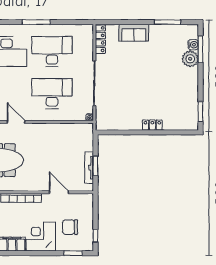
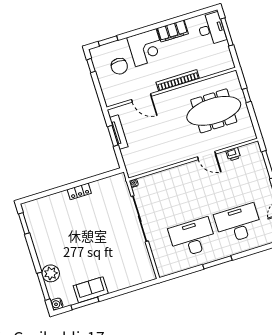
sofa: (134, 33) -> (91, 290), moved
locker: (100, 39) -> (147, 265), removed
water cooler: (193, 45) -> (57, 304), moved
desk: (52, 51) -> (192, 238), turned 180
desk: (52, 94) -> (179, 195), removed
locker: (152, 125) -> (79, 191), moved
chair: (70, 227) -> (119, 66), turned 90

